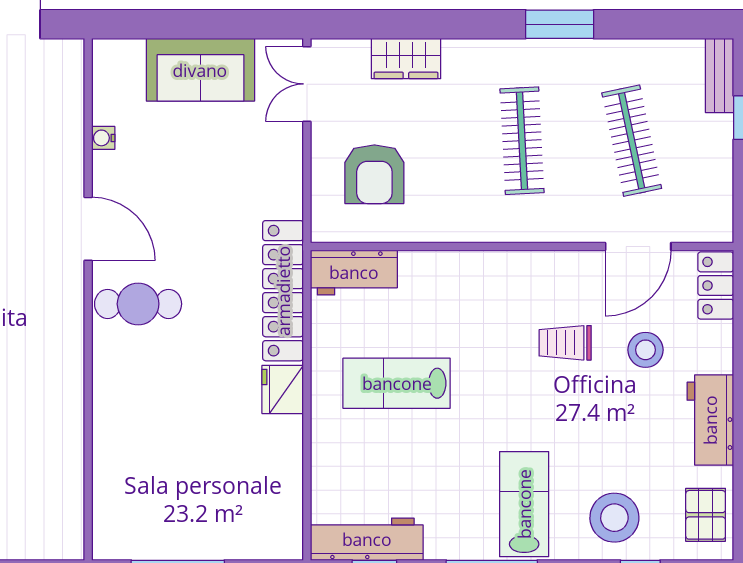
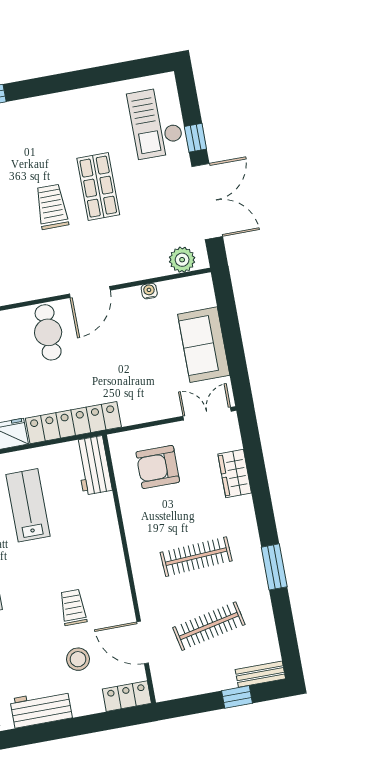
plant: (65, 79) -> (182, 260), added

